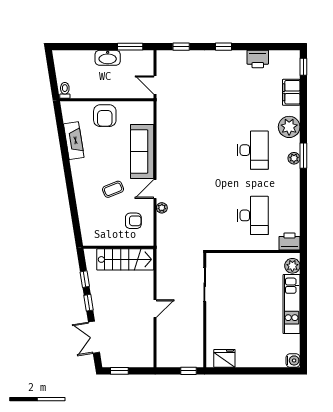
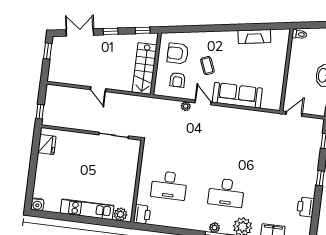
armchair: (105, 116) -> (178, 53), moved
window: (85, 279) -> (143, 30), moved

